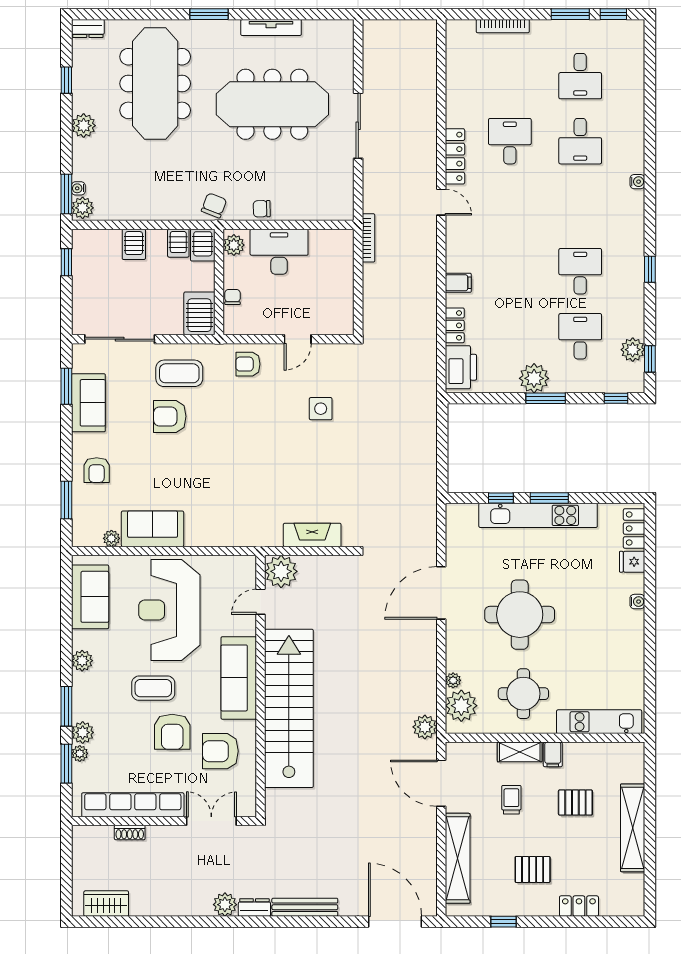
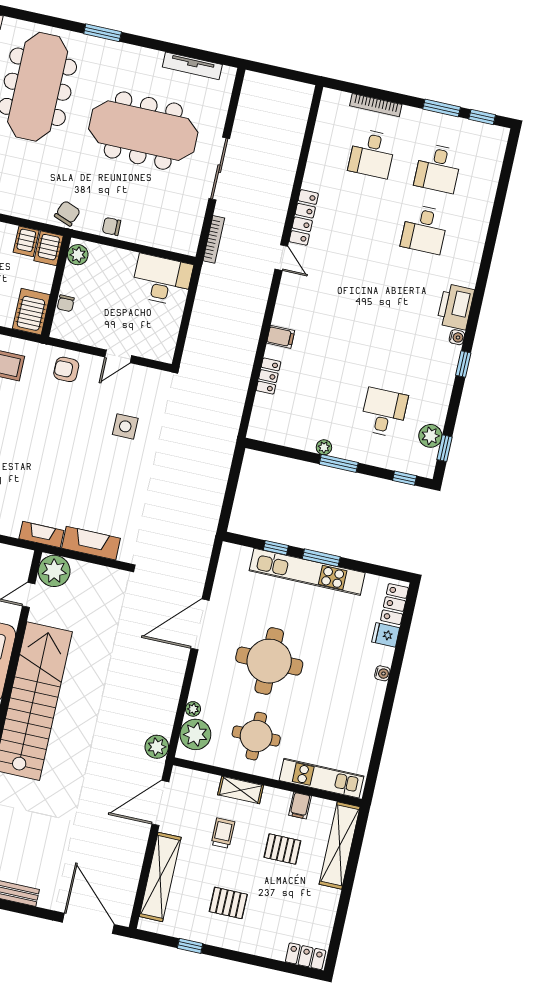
tv unit: (271, 27) -> (192, 66), moved
desk: (510, 141) -> (372, 154), moved, turned 180
water cooler: (637, 182) -> (457, 337), moved
bookcase: (368, 238) -> (214, 239), moved
desk: (279, 252) -> (162, 280), moved
desk: (580, 271) -> (397, 351), removed
chair: (232, 297) -> (66, 303), turned 180
printer: (461, 367) -> (456, 307), moved, turned 180
plant: (534, 378) -> (324, 447), width x0.53, depth x0.53
fireplace: (260, 537) -> (41, 535), added
filing cabinet: (553, 754) -> (300, 806), moved
door: (441, 783) -> (160, 803), hinge flipped
shelving: (633, 828) -> (340, 845), moved
locker: (579, 906) -> (306, 956), moved

